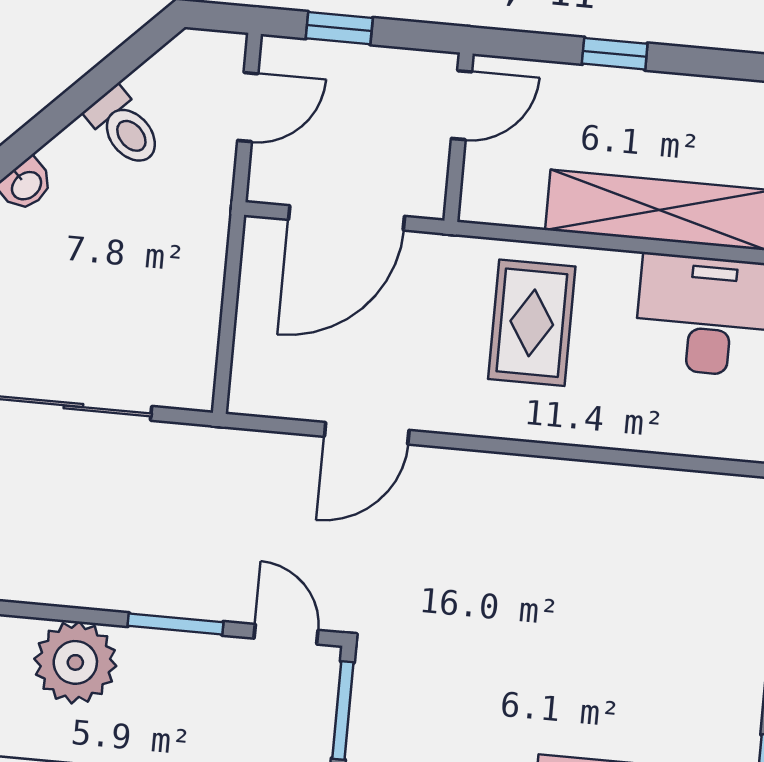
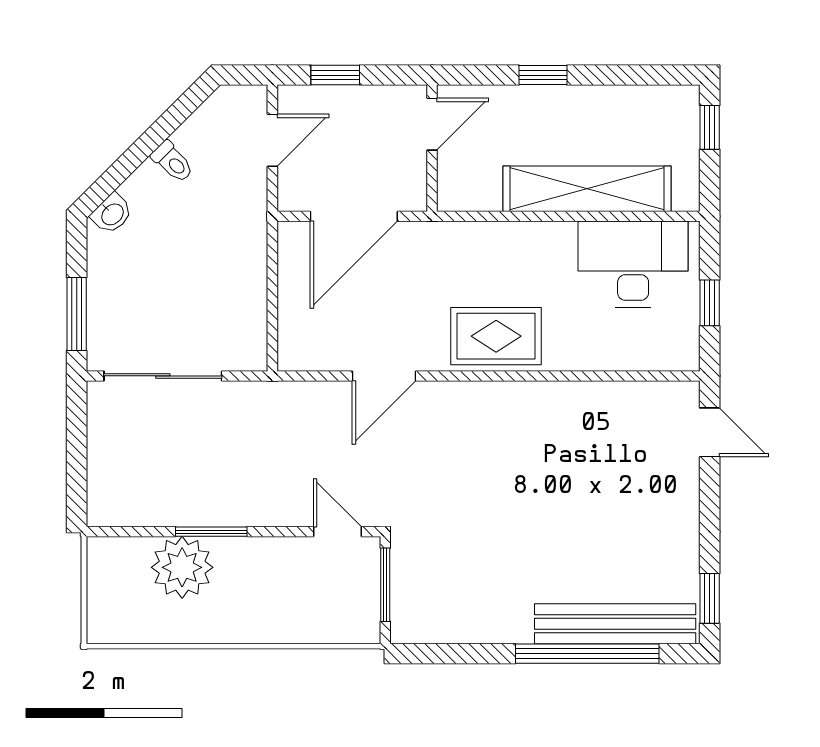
toilet: (124, 128) -> (173, 162), width x0.73, depth x0.72
rug: (532, 323) -> (496, 336), moved, turned 90
window: (176, 624) -> (211, 532), moved

